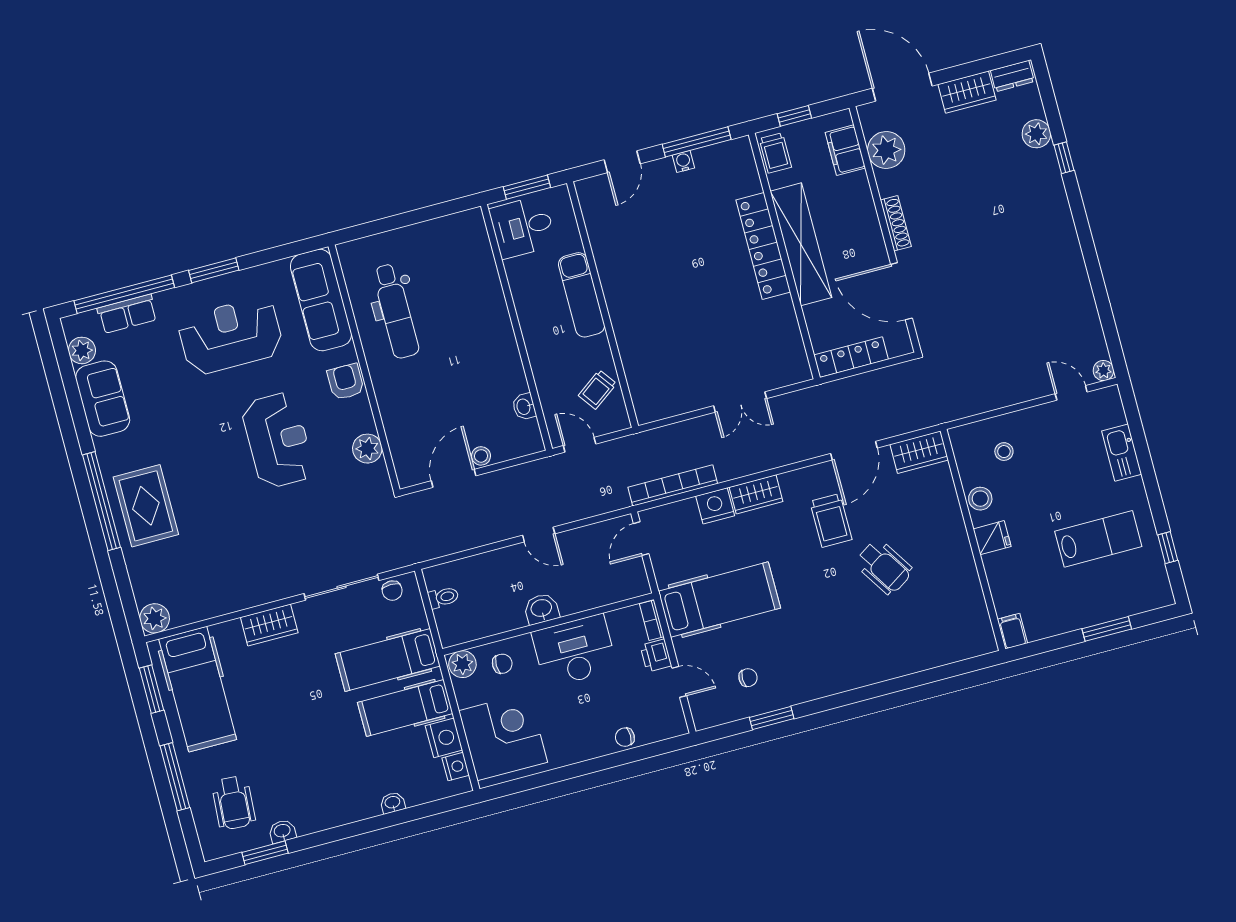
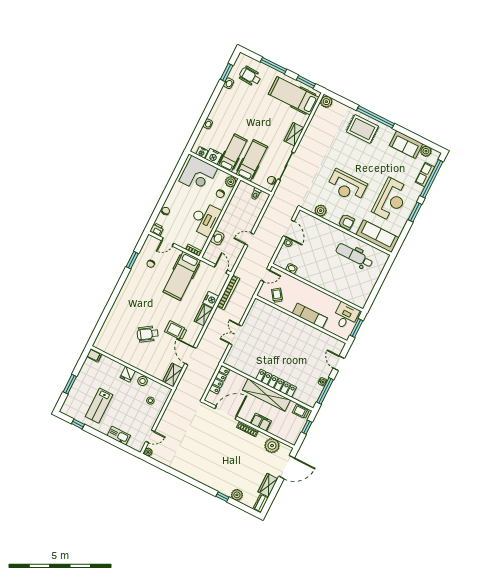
filing cabinet: (845, 150) -> (261, 422), moved
washbasin: (541, 609) -> (217, 238), moved
printer: (656, 656) -> (157, 229), moved

